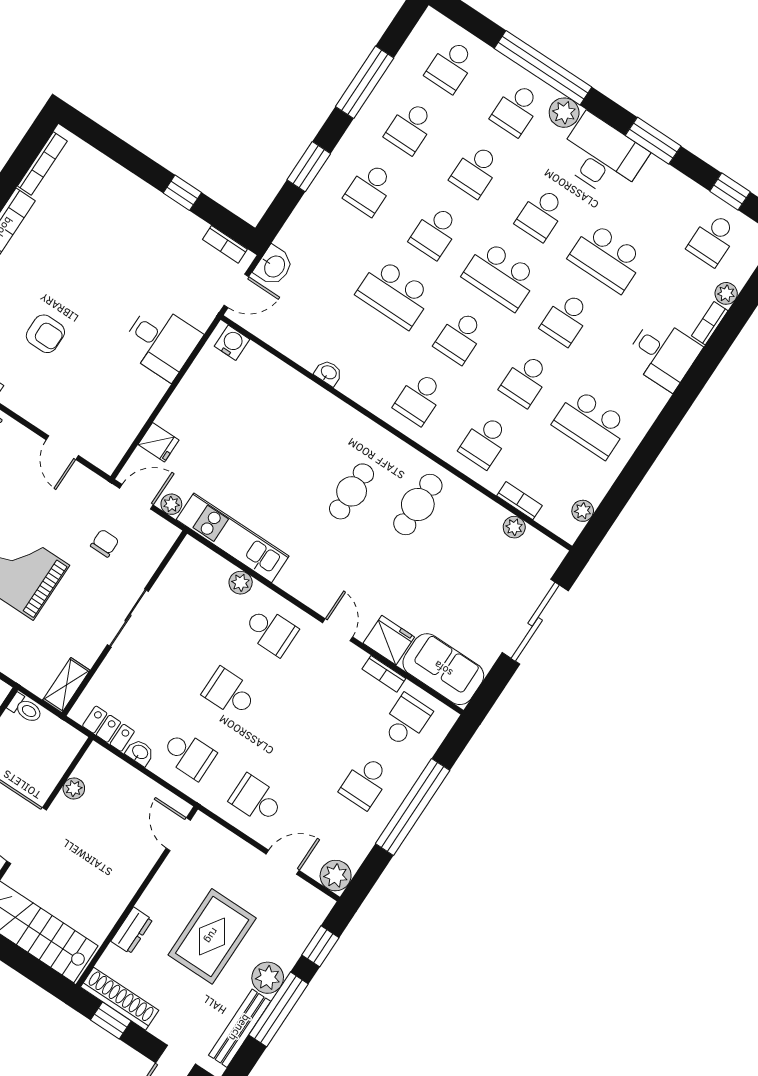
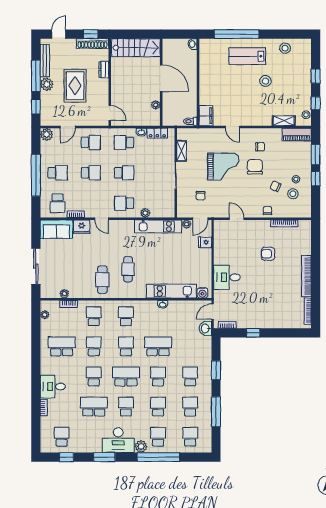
plant: (726, 293) -> (45, 421), removed
kitchen unit: (293, 388) -> (171, 291), added
shelving: (66, 685) -> (182, 151), moved
school desk: (297, 738) -> (91, 173), added
school desk: (365, 782) -> (58, 173), turned 90

